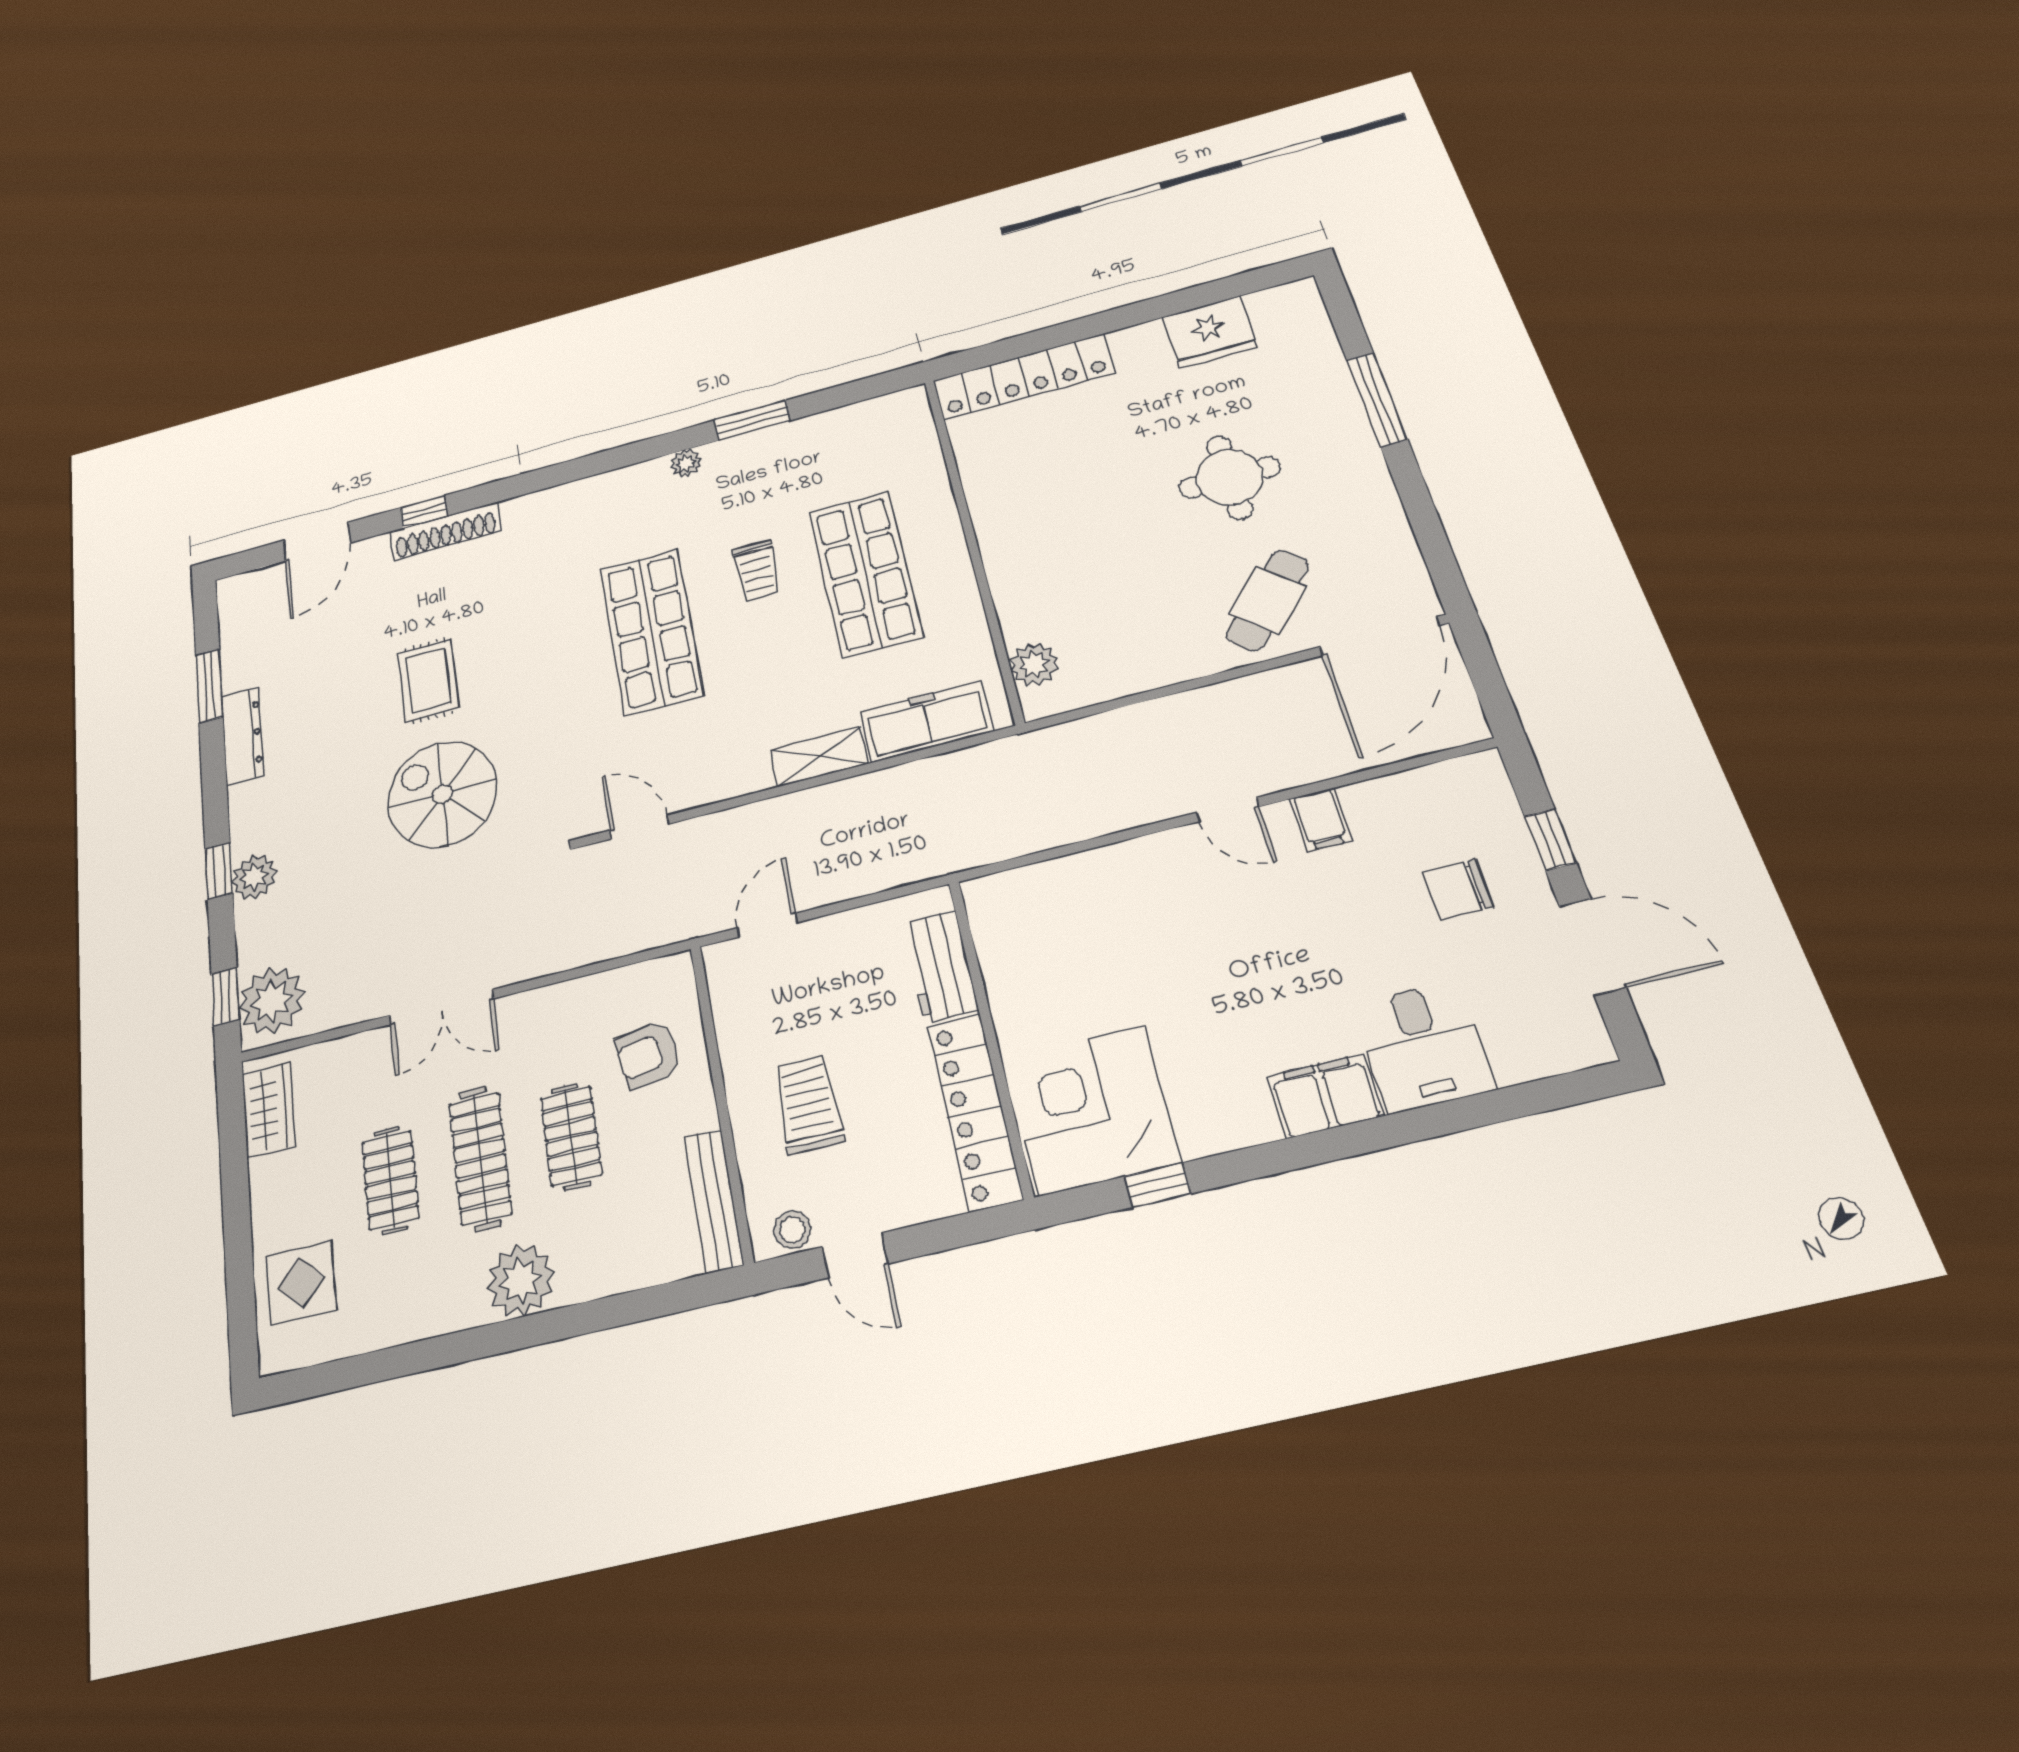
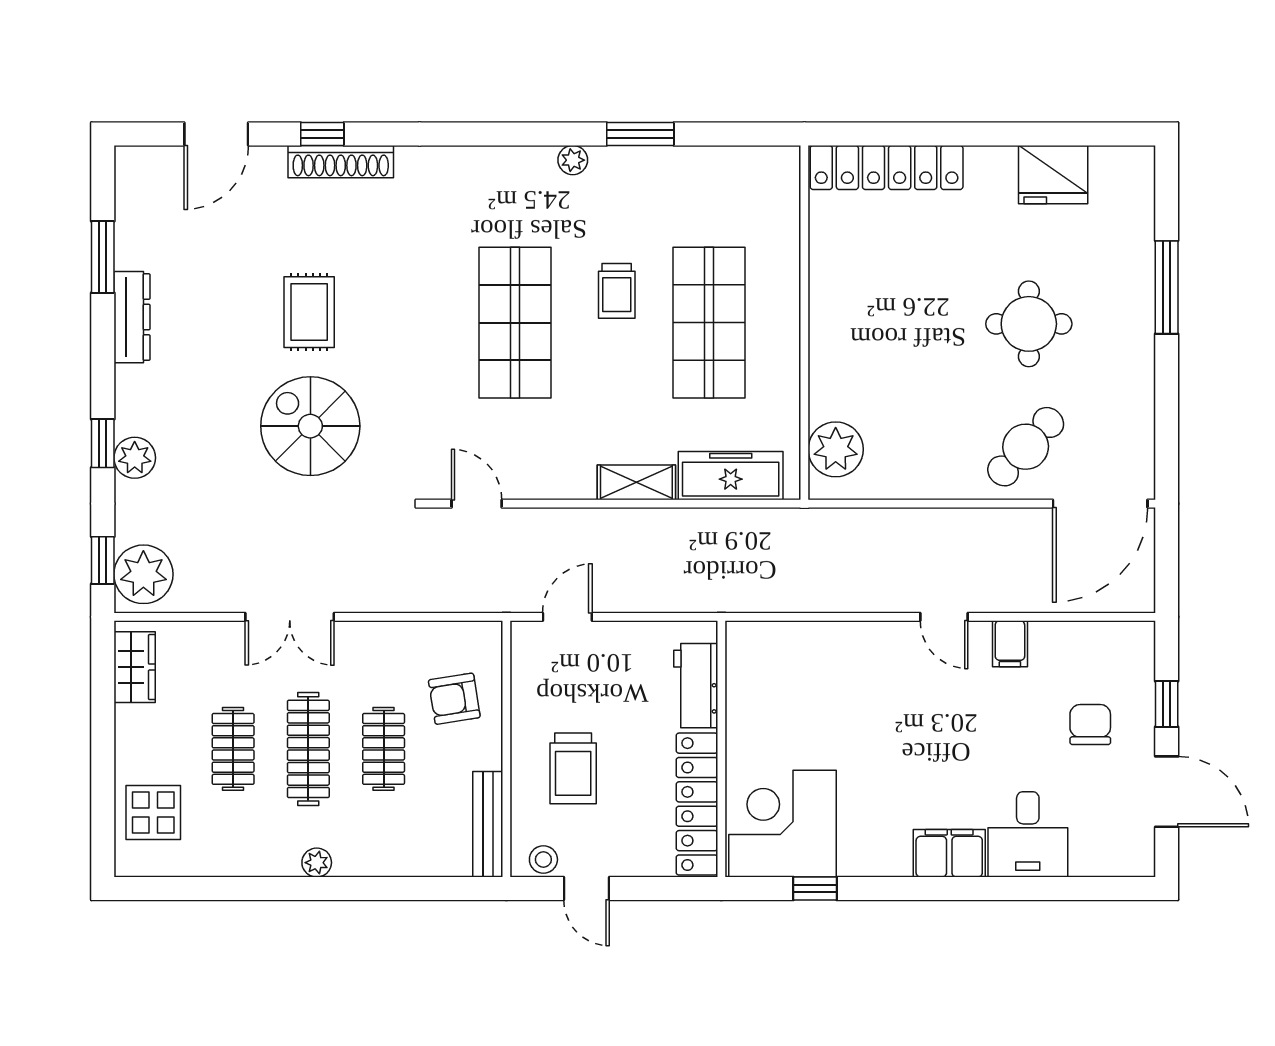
plant: (1034, 664) -> (836, 449), width x1.36, depth x1.36
chair: (1459, 889) -> (1090, 725), turned 90
trolley: (808, 1104) -> (573, 768), turned 180
plant: (521, 1280) -> (317, 863), width x0.53, depth x0.53

